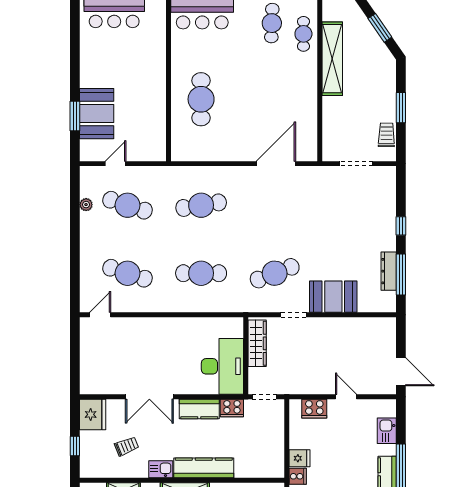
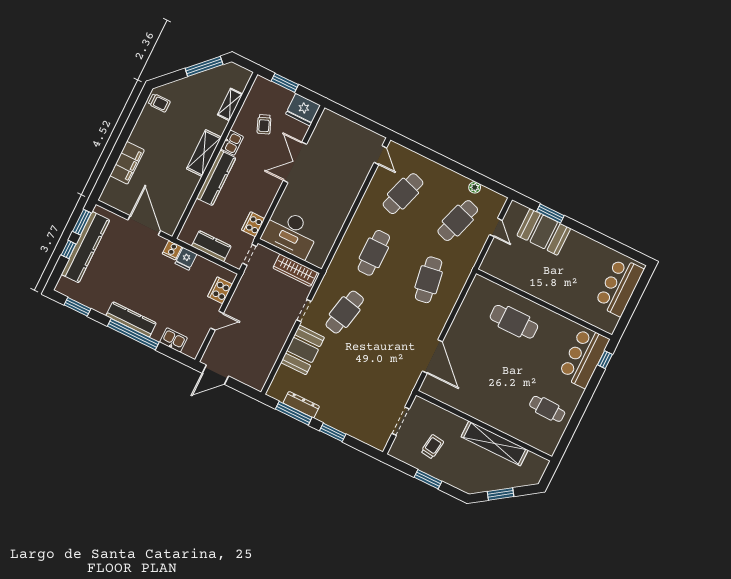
cafe table: (303, 34) -> (526, 430), removed
trolley: (387, 135) -> (432, 447), moved, turned -83
window: (401, 226) -> (333, 432), width x1.50
cafe table: (275, 273) -> (345, 312), turned 33
kitchen counter: (199, 409) -> (211, 246), moved, turned 90
window: (75, 446) -> (285, 83), width x1.50

